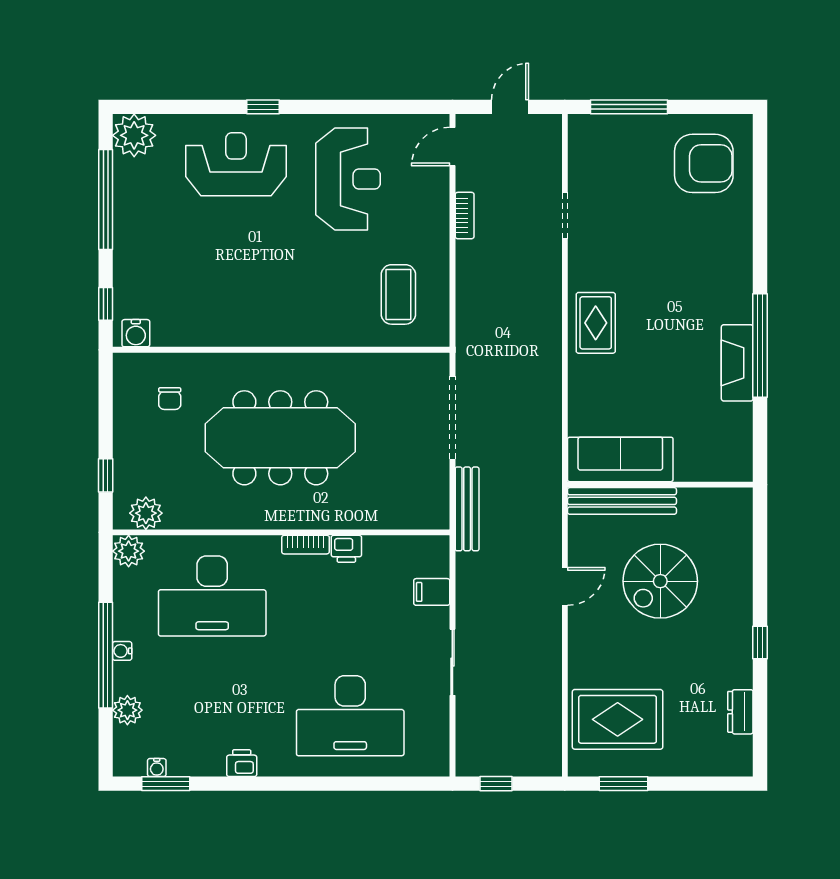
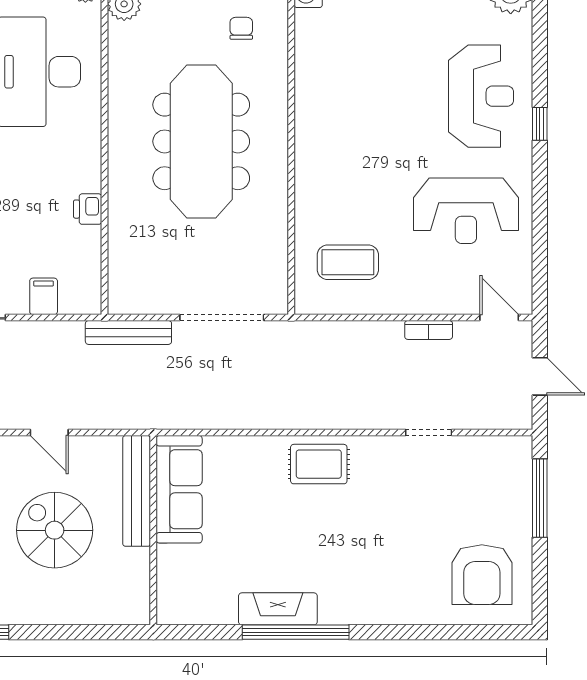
chair: (170, 399) -> (241, 28), turned 90
bookcase: (306, 545) -> (92, 167), removed

